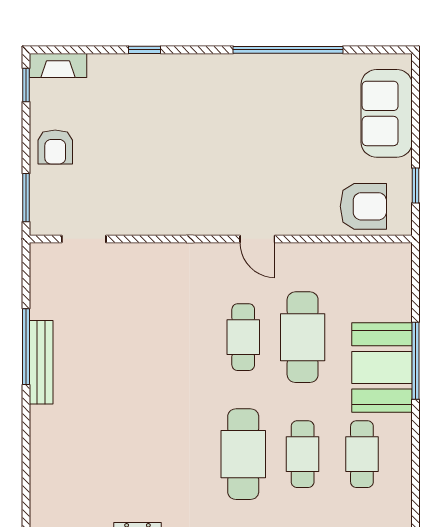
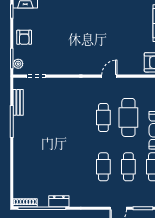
plant: (41, 210) -> (18, 64), added
door: (257, 239) -> (109, 76), swing flipped
bench: (41, 362) -> (18, 102), moved, width x0.73
cafe table: (243, 454) -> (103, 167), width x0.73, depth x0.74

